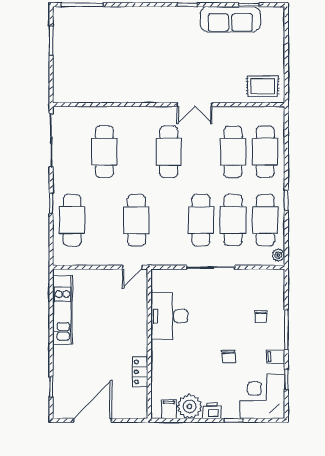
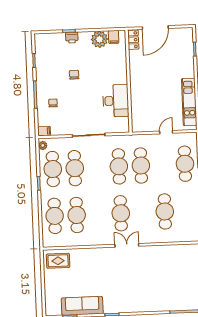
double door: (195, 105) -> (127, 245), moved
cafe table: (201, 220) -> (119, 166), moved
door: (132, 267) -> (166, 132), moved
filing cabinet: (276, 357) -> (44, 131), moved
locker: (140, 372) -> (133, 40), moved
corner desk: (262, 396) -> (50, 48), removed
printer: (212, 411) -> (72, 38), moved
door: (93, 420) -> (155, 28), moved

